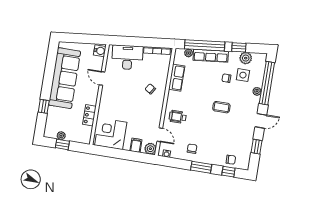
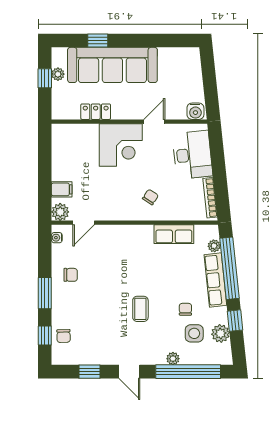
sofa: (65, 78) -> (112, 65), moved
wheelchair: (178, 117) -> (115, 245), removed
corner desk: (111, 134) -> (121, 145), moved, turned 90

